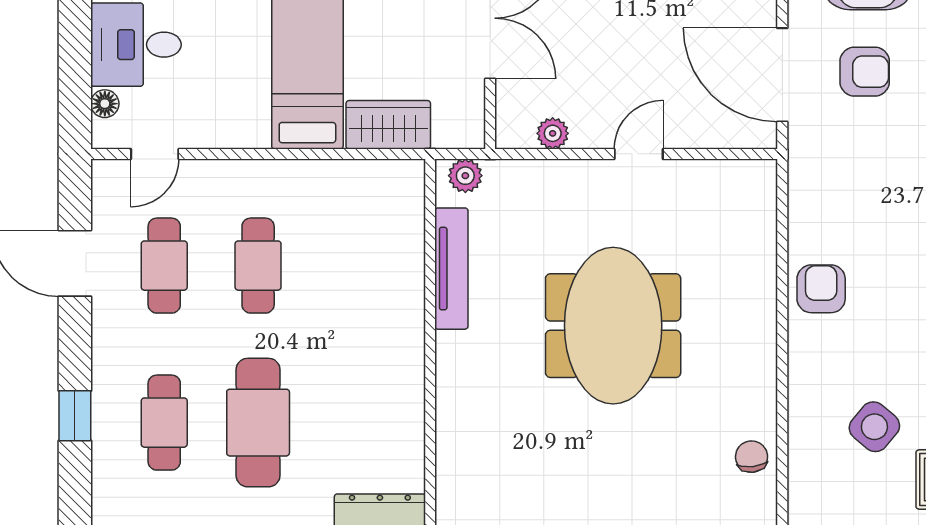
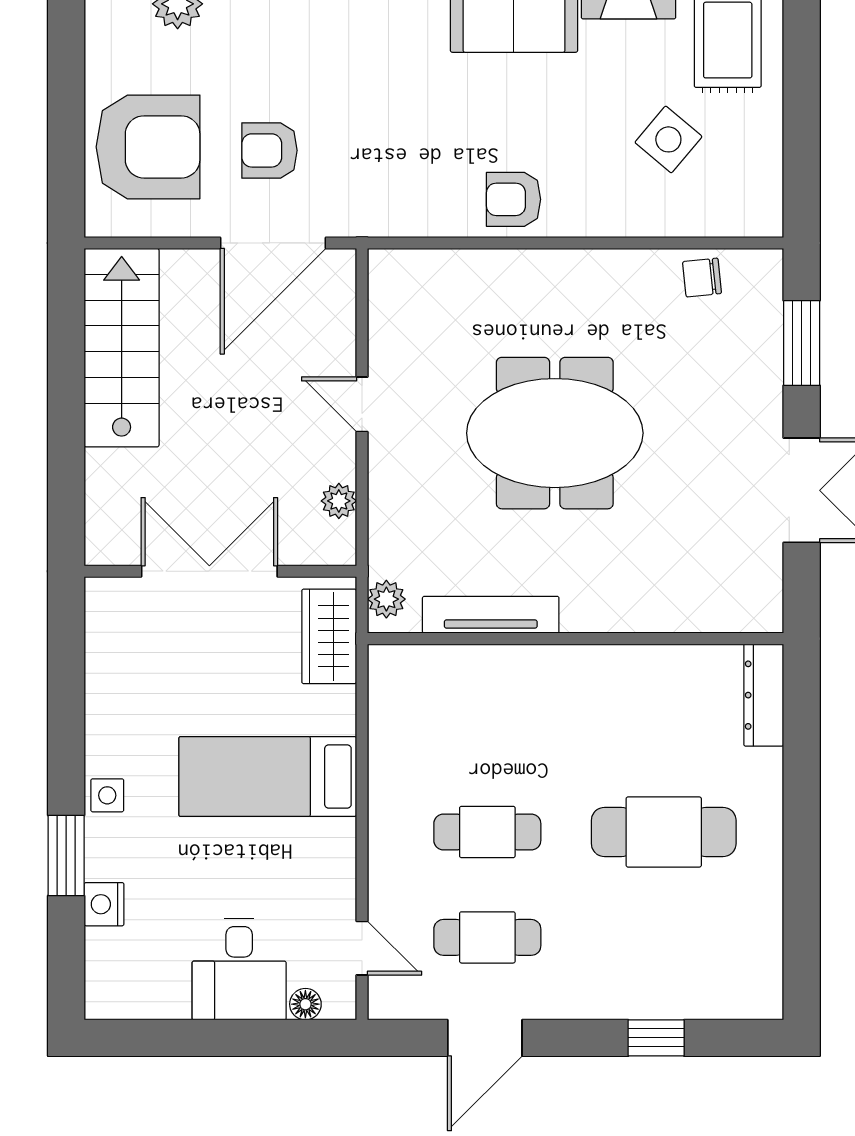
armchair: (865, 72) -> (269, 150), turned -90
wardrobe: (388, 125) -> (329, 636), moved
cafe table: (164, 423) -> (664, 937), removed

